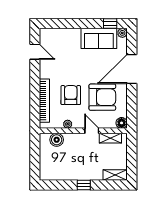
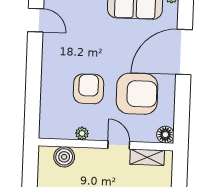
bookcase: (44, 101) -> (48, 96), removed

